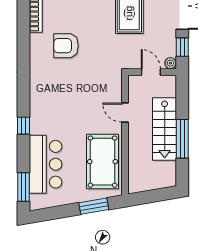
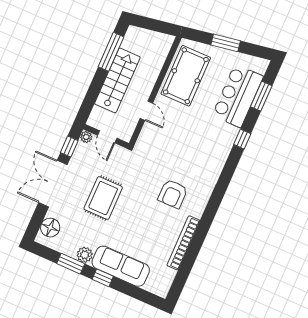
armchair: (66, 46) -> (173, 194), turned 90
window: (182, 139) -> (111, 52), moved
window: (24, 187) -> (261, 96), moved
window: (94, 206) -> (226, 43), moved

